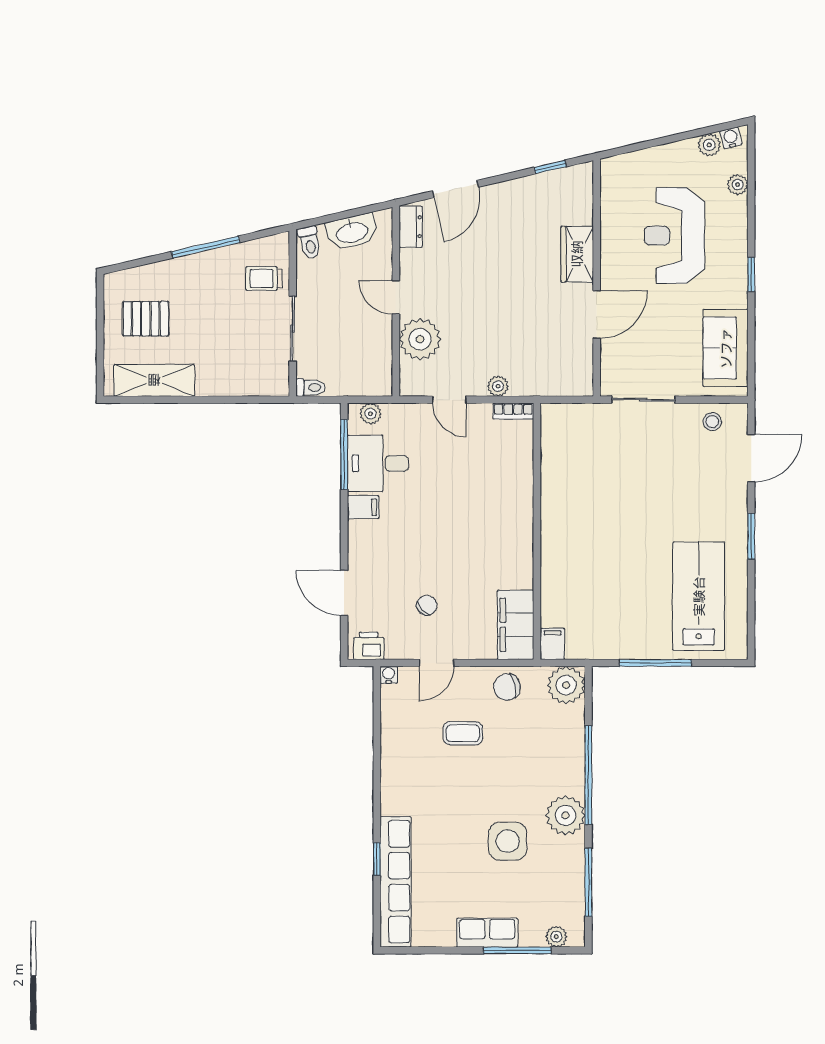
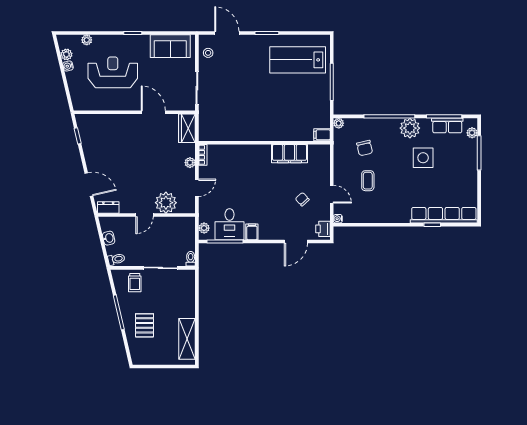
water cooler: (731, 138) -> (68, 66), moved
washbasin: (352, 232) -> (109, 238), width x0.52, depth x0.69
reception desk: (674, 236) -> (113, 72), turned 180
wardrobe: (577, 254) -> (187, 128), moved, turned 90
pallet: (146, 319) -> (144, 325), moved
filing cabinet: (516, 625) -> (289, 154), moved
plant: (566, 685) -> (339, 123), width x0.53, depth x0.53
chair: (507, 687) -> (365, 148), moved
row of seats: (487, 933) -> (447, 125), moved, turned -90

